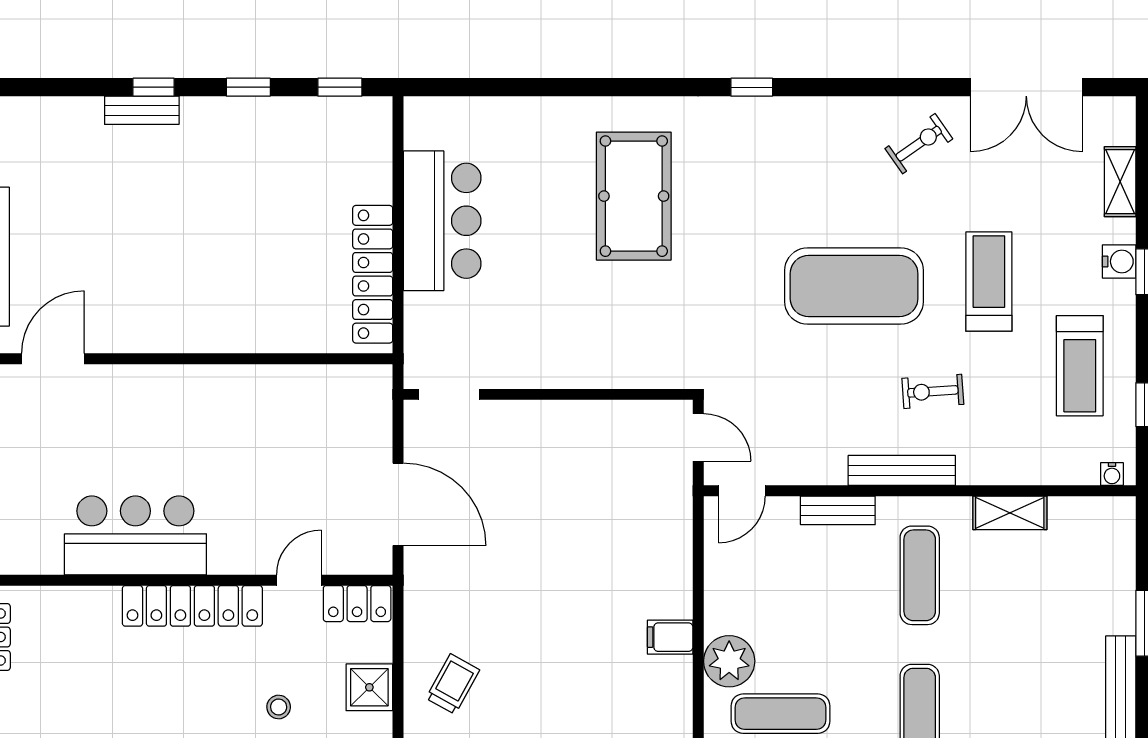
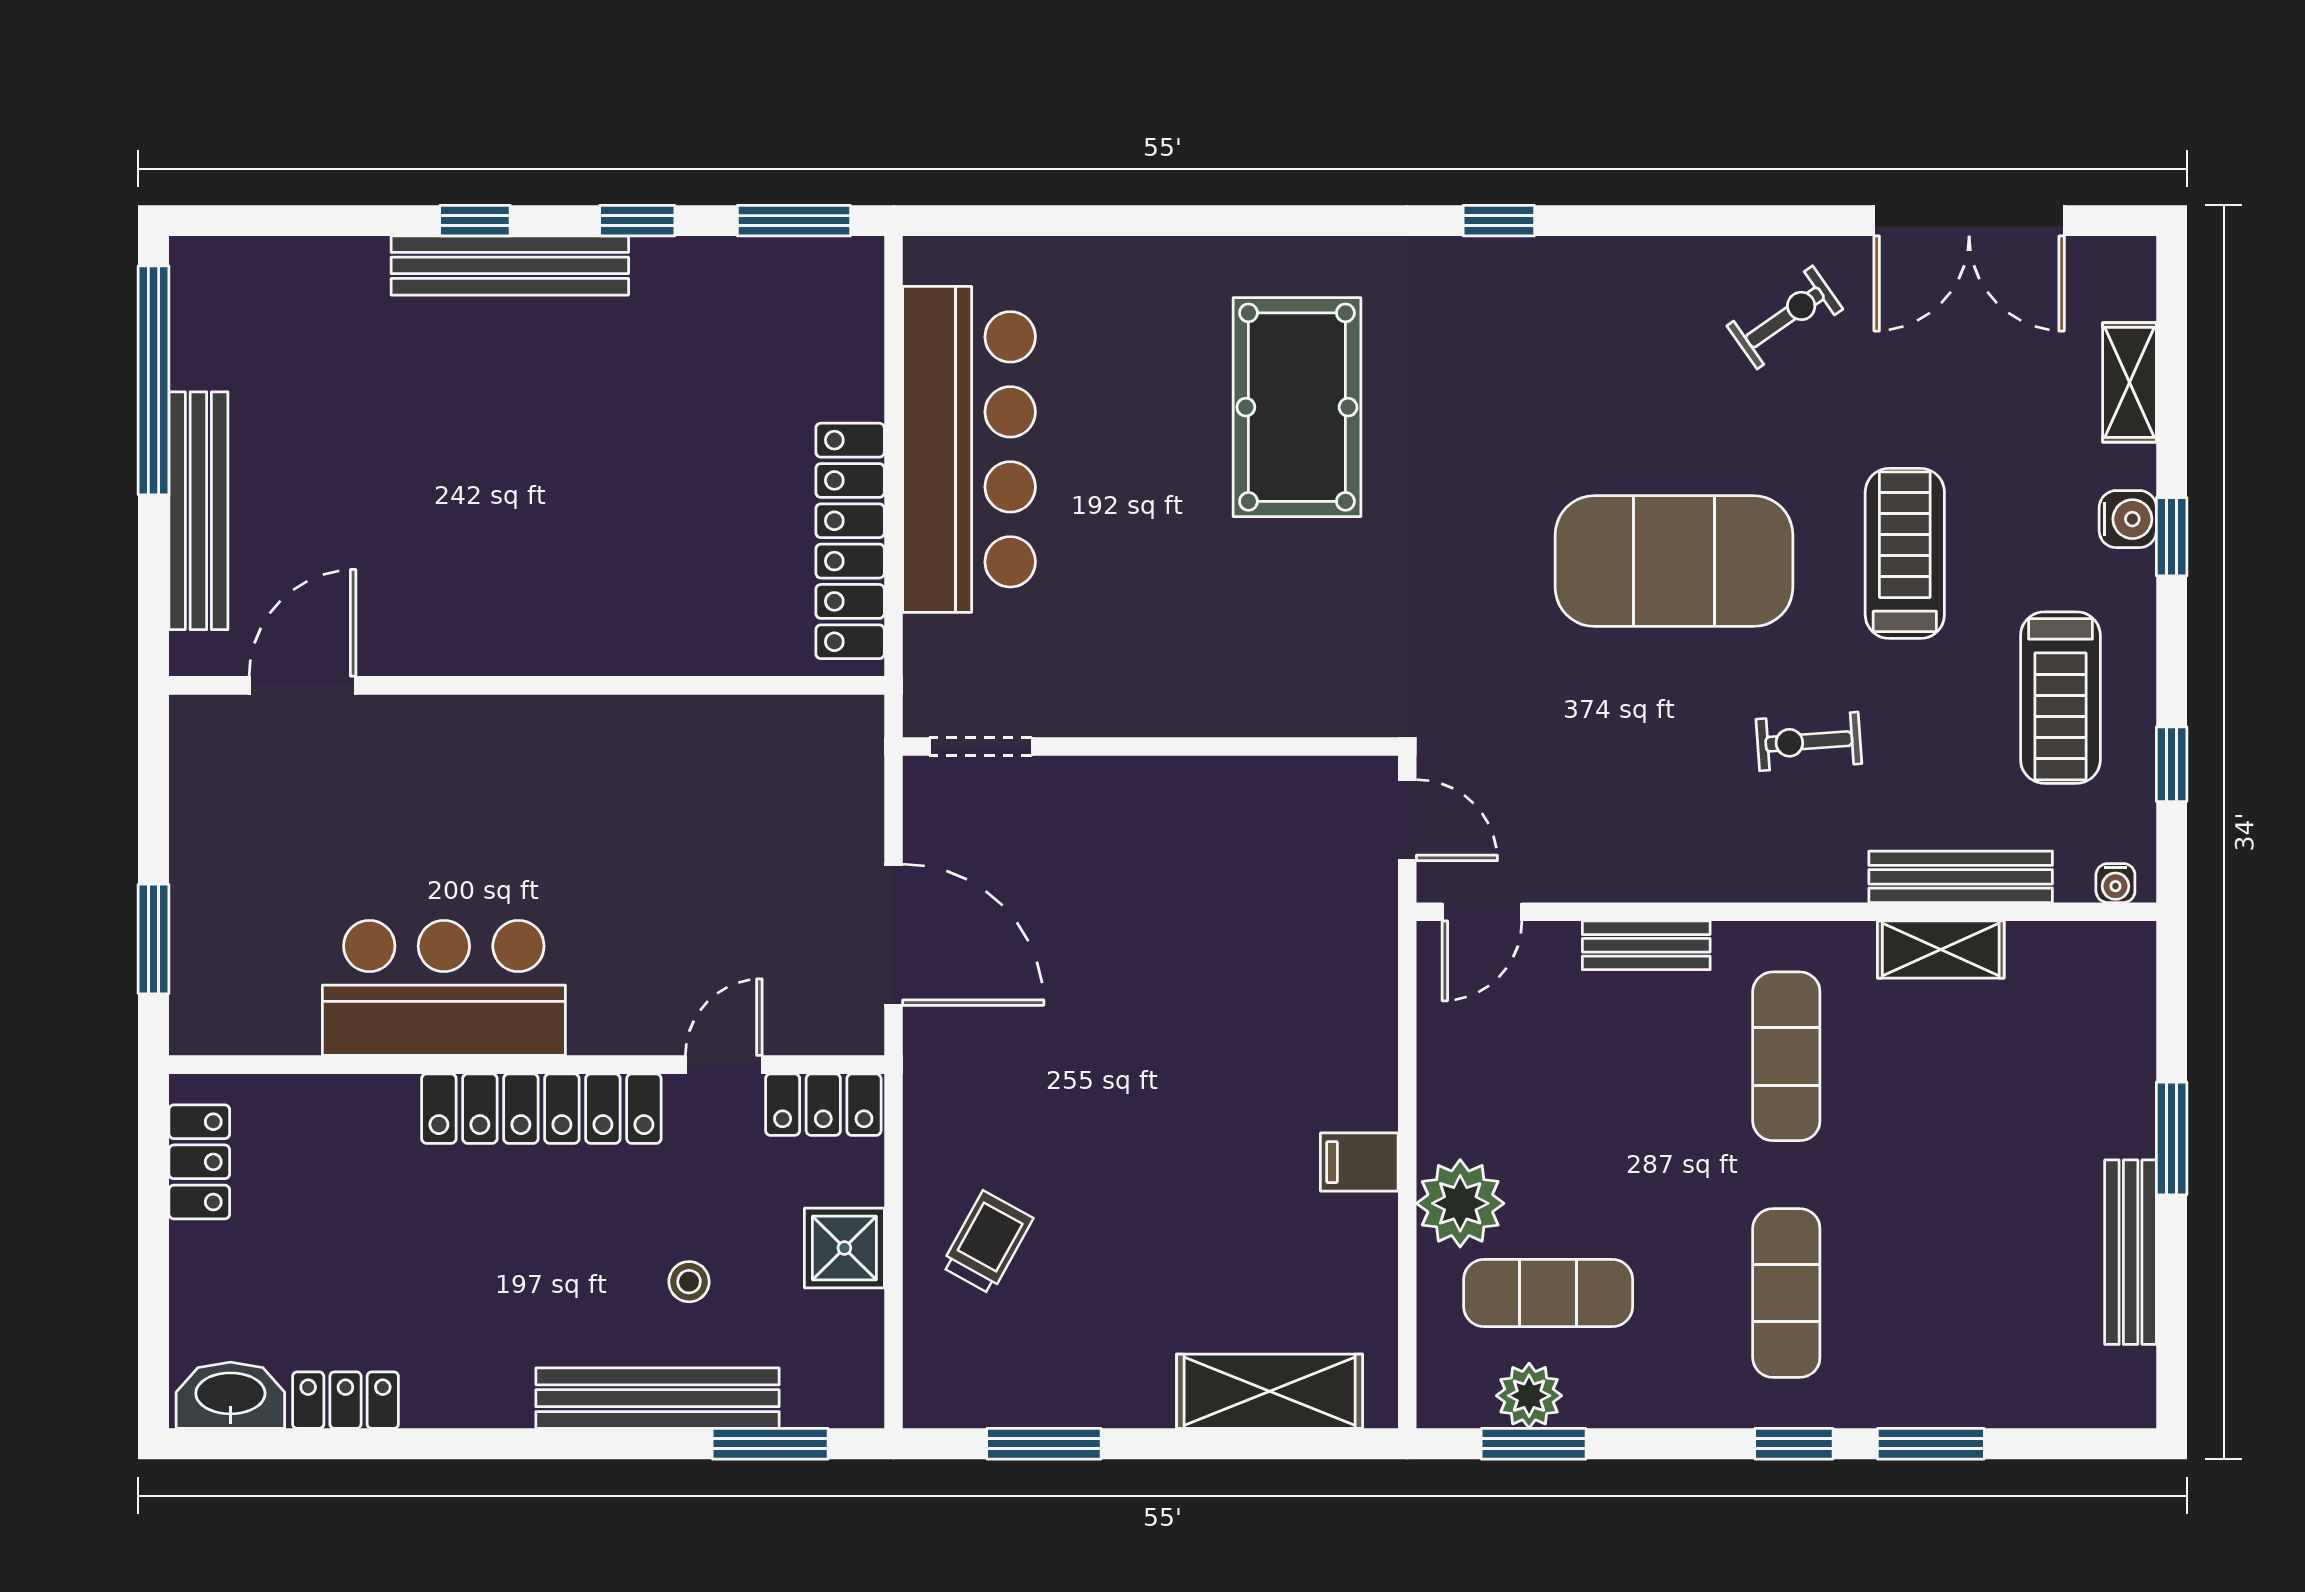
window: (340, 87) -> (794, 221), width x1.50
bench: (142, 110) -> (510, 265), width x1.86, depth x1.21
bar counter: (442, 221) -> (969, 449), width x1.36
bench: (902, 470) -> (1961, 877), moved

